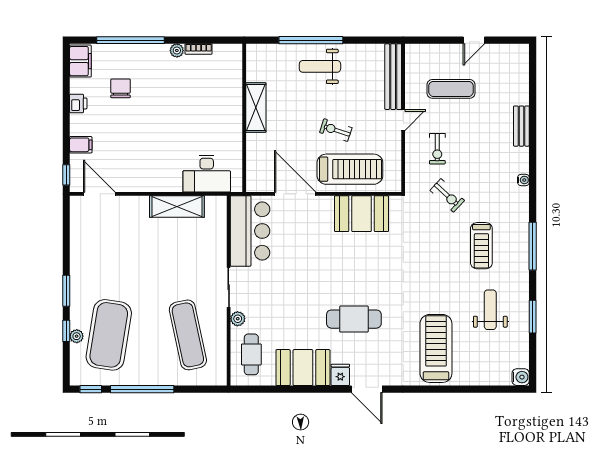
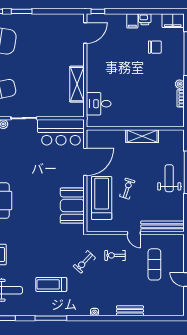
filing cabinet: (81, 145) -> (132, 21), moved
treadmill: (350, 169) -> (102, 198), turned 180
desk: (207, 174) -> (99, 104), width x0.73

